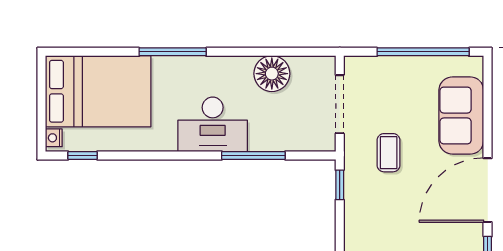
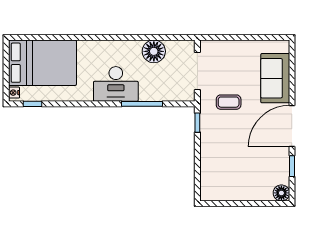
window: (173, 52) -> (90, 37), removed
window: (423, 52) -> (251, 37), removed
coffee table: (389, 153) -> (229, 102), turned 90

